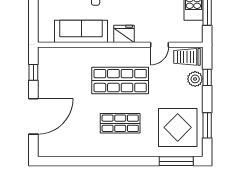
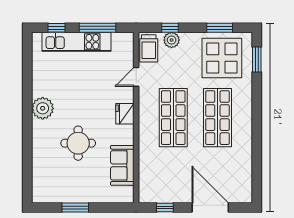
sofa: (81, 31) -> (122, 165), width x0.73
door: (159, 45) -> (136, 77), swing flipped
shop shelf: (120, 123) -> (217, 118), width x1.43, depth x1.36
window: (176, 161) -> (257, 60), width x0.69

